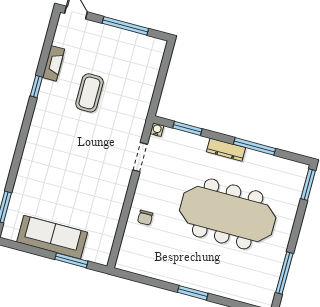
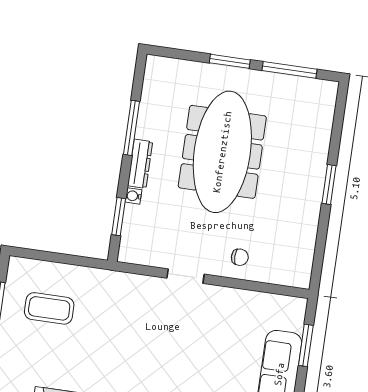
coffee table: (89, 93) -> (49, 308), moved
water cooler: (157, 130) -> (133, 196), moved
doorway: (140, 157) -> (185, 276), moved
window: (308, 185) -> (230, 61), moved

